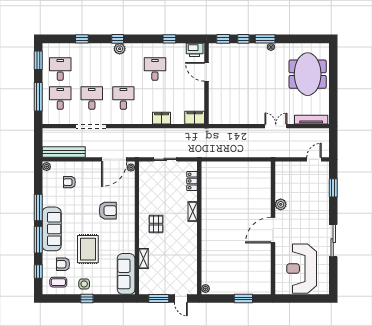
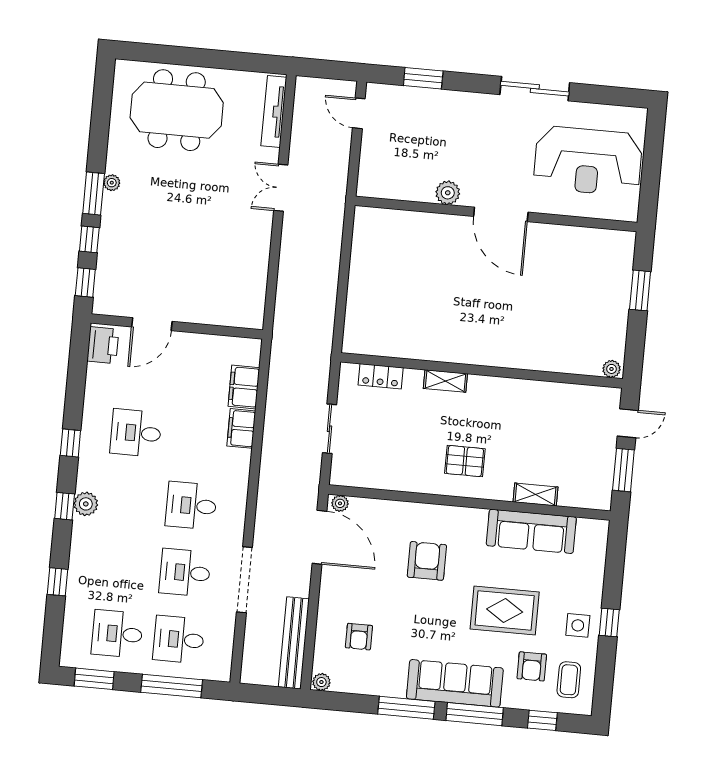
window: (169, 39) -> (70, 443), moved
filing cabinet: (195, 118) -> (244, 387), moved
sofa: (126, 274) -> (531, 531), moved

